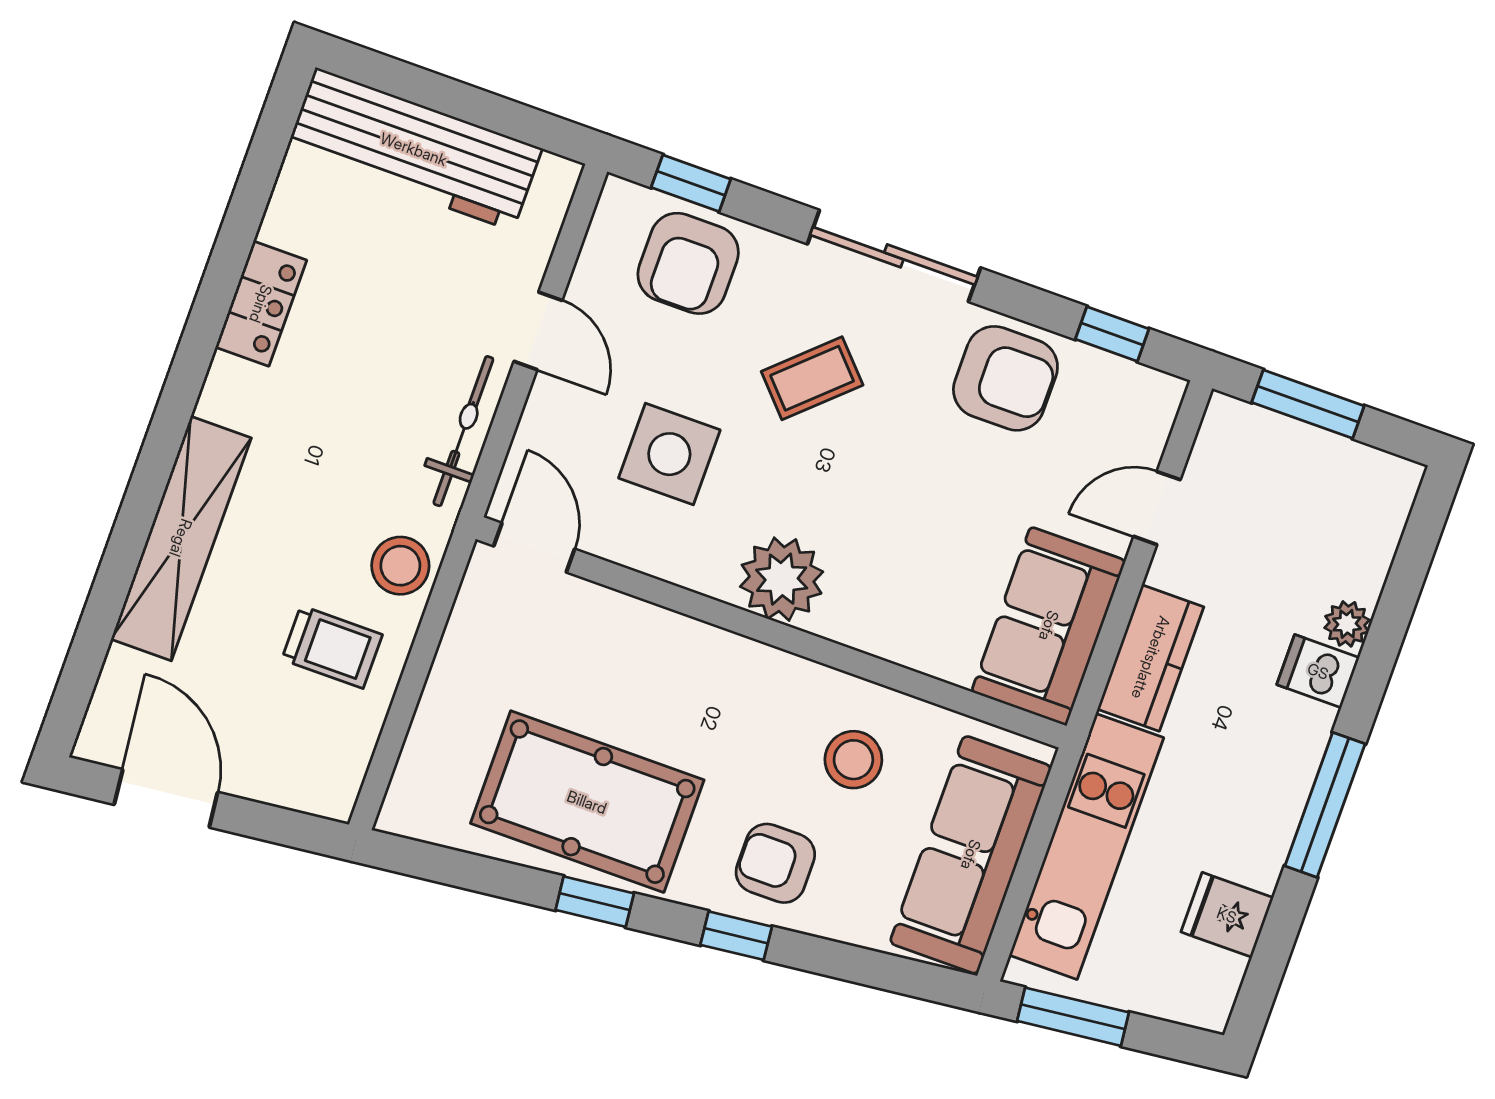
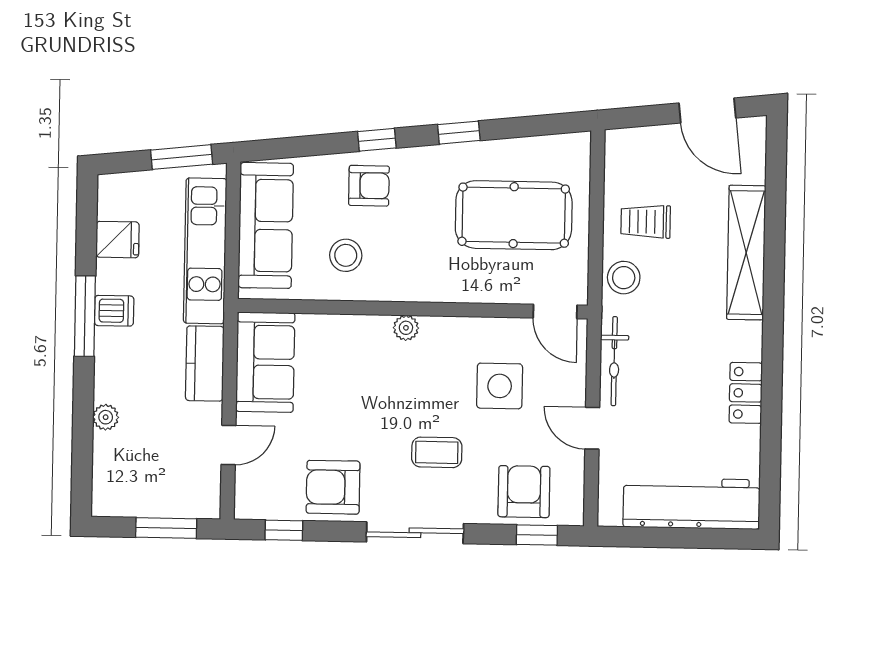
coffee table: (812, 378) -> (437, 452), turned 43
plant: (782, 579) -> (406, 328), width x0.53, depth x0.53
dishwasher: (1318, 671) -> (114, 311), moved
pool table: (587, 802) -> (514, 215), moved

